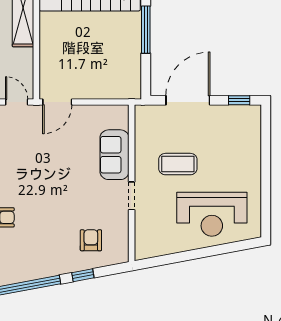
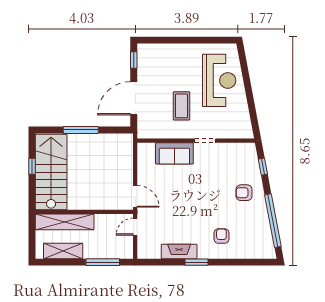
door: (188, 100) -> (134, 98), hinge flipped
armchair: (91, 240) -> (244, 193), moved
window: (83, 275) -> (263, 167), moved

